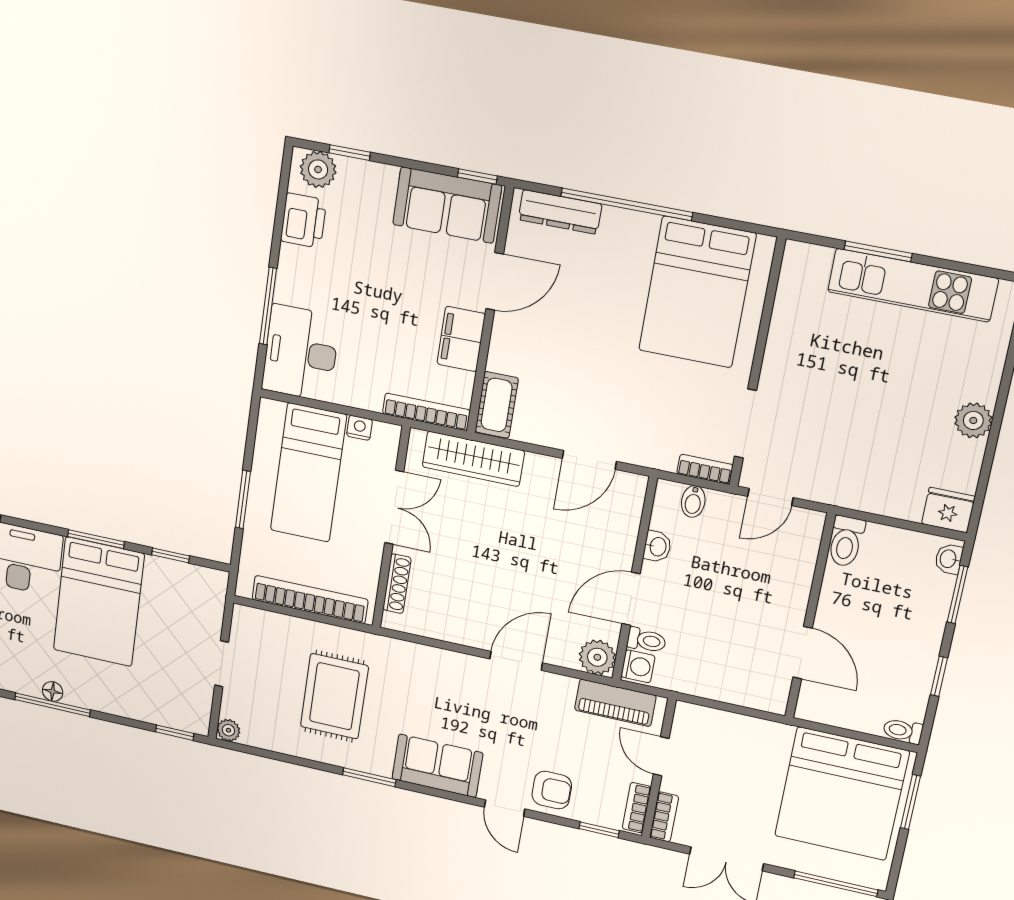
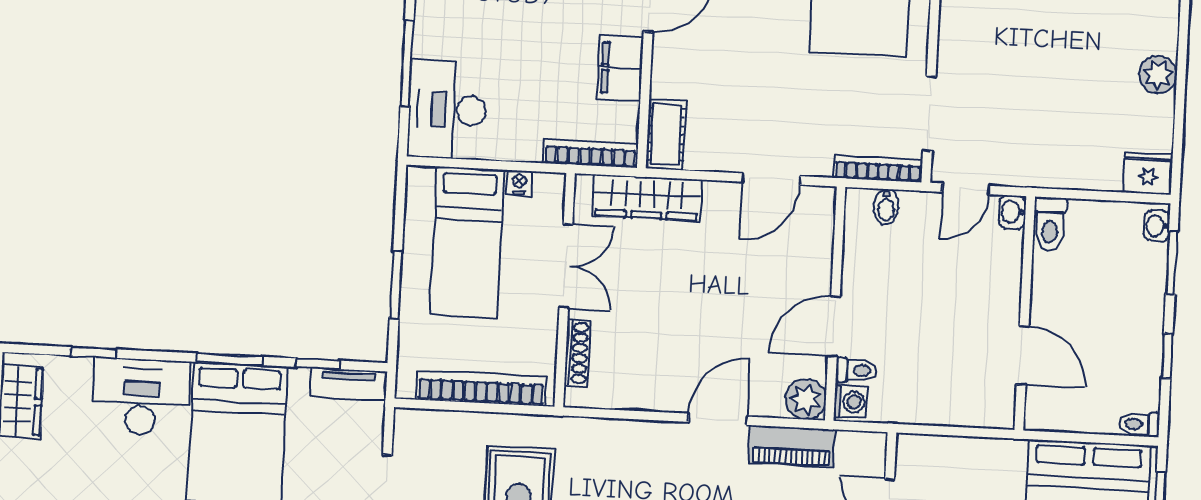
bookcase: (705, 469) -> (878, 169), width x1.56
washbasin: (657, 547) -> (1012, 212), moved, turned 180
tv unit: (196, 577) -> (349, 384), added
piano: (615, 703) -> (792, 446), moved

